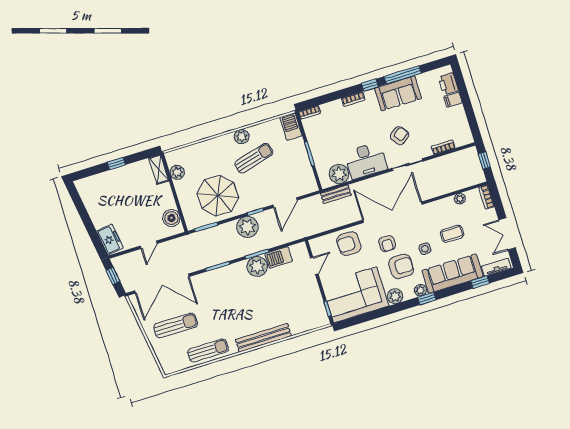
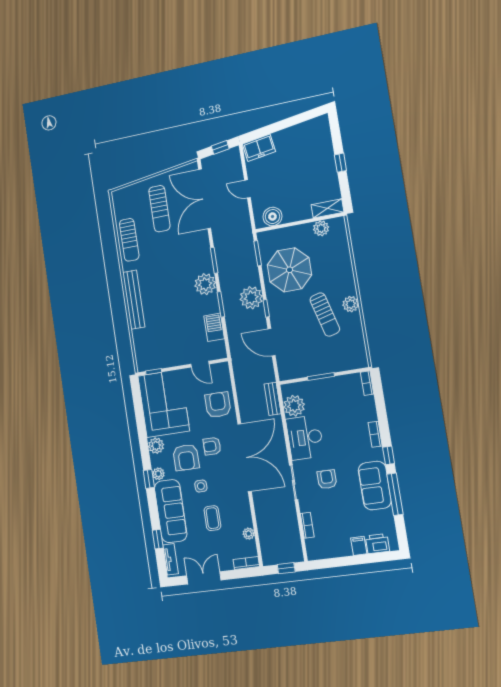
barbecue: (291, 127) -> (354, 360), removed
armchair: (400, 136) -> (327, 479), turned -144
plant: (257, 266) -> (205, 284), moved

